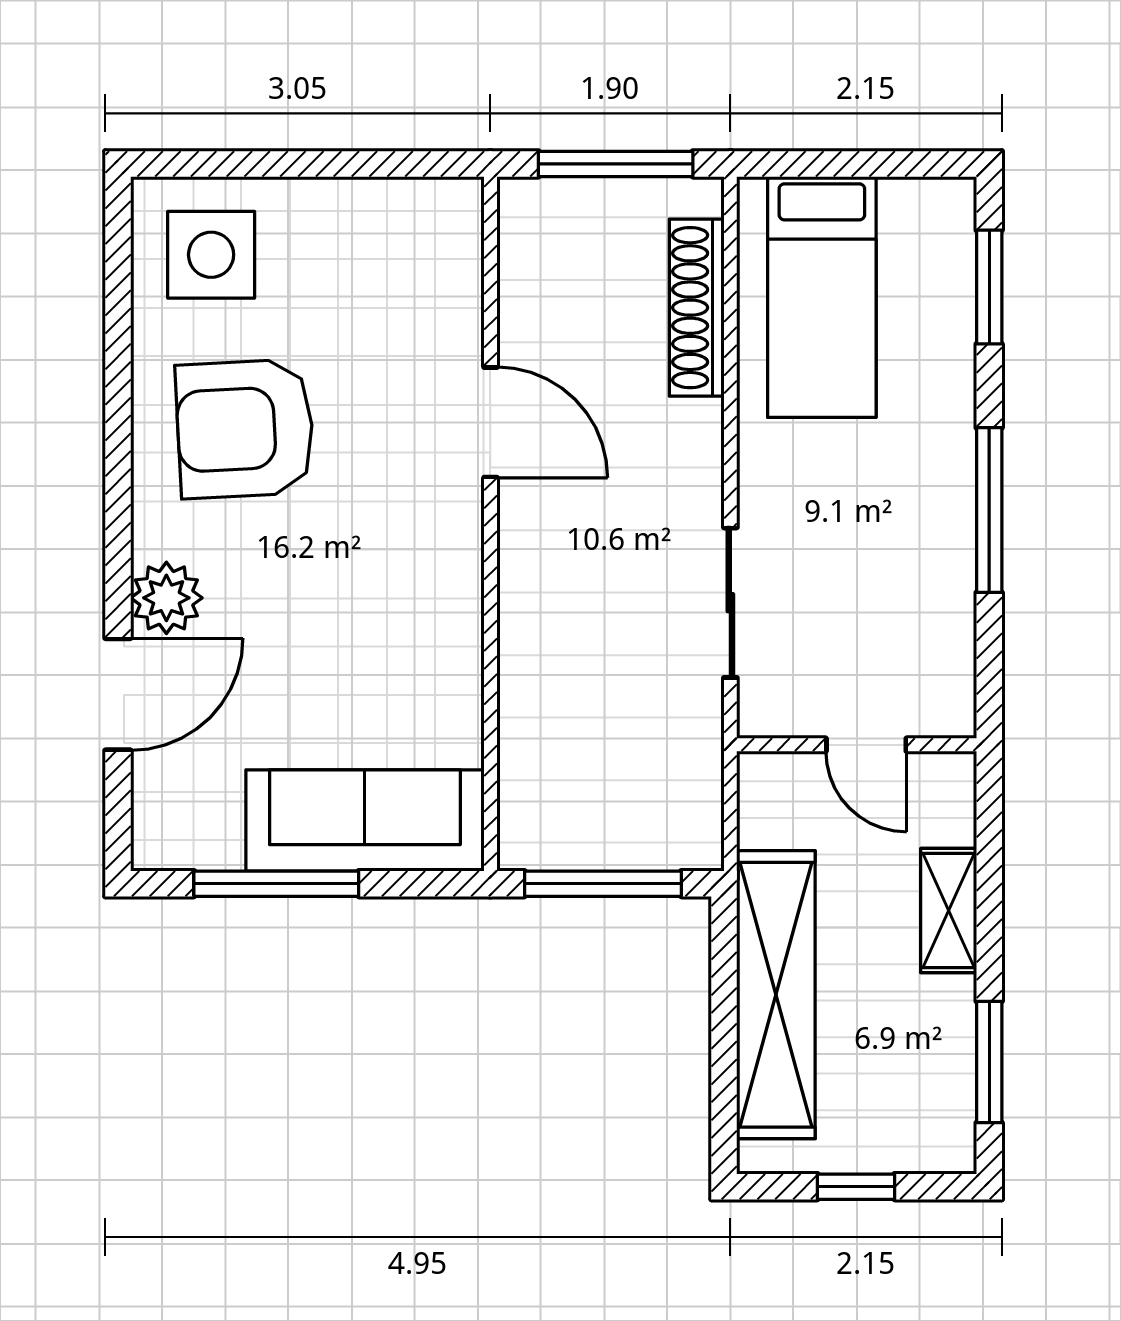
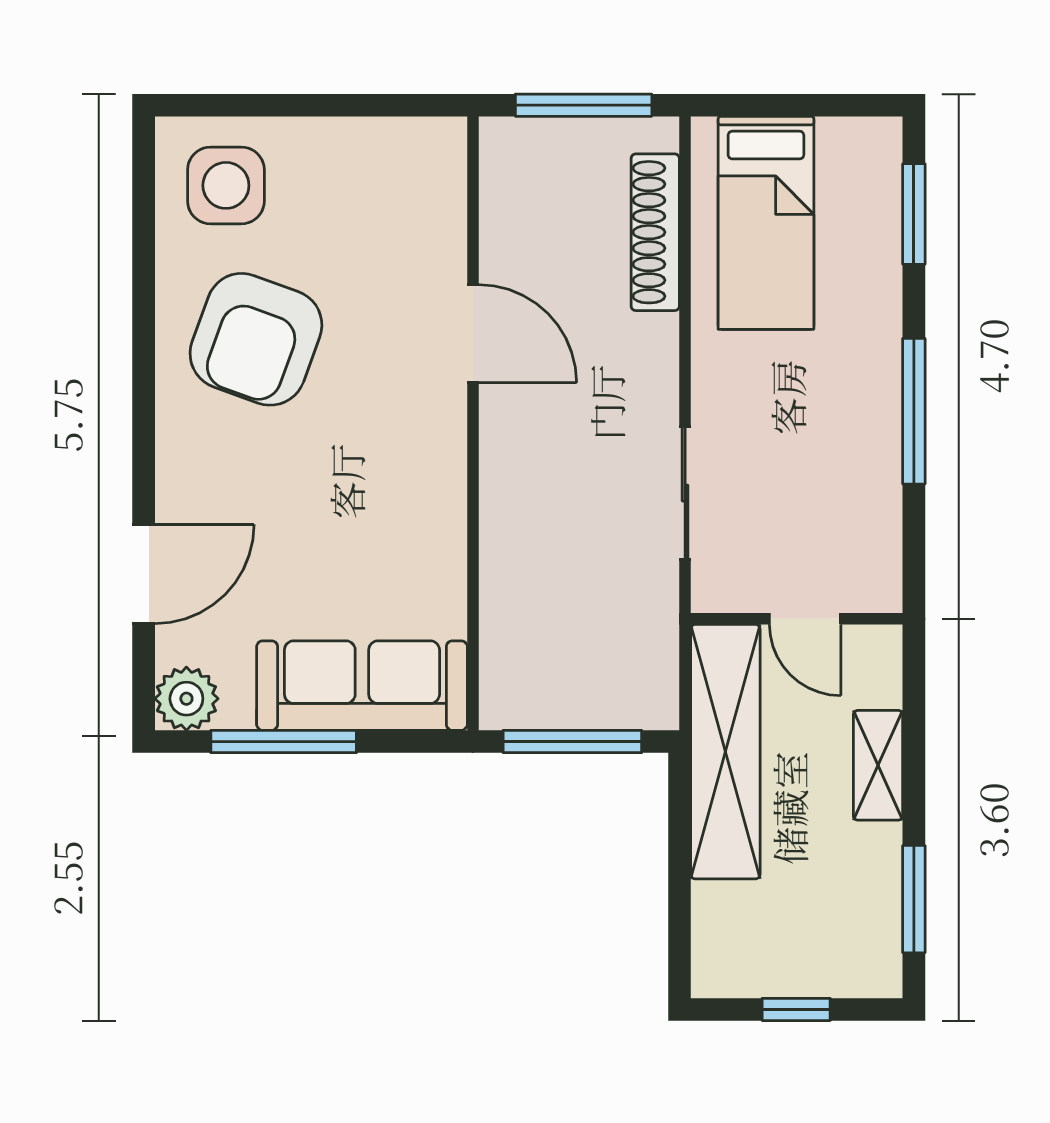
armchair: (245, 429) -> (256, 339), turned -67
plant: (166, 598) -> (186, 699), moved
shelving: (776, 995) -> (725, 752), moved

